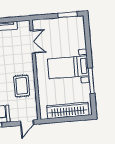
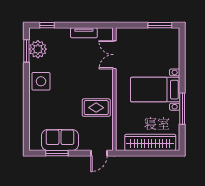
double door: (33, 42) -> (114, 55), swing flipped
rug: (22, 86) -> (96, 108), turned 90

